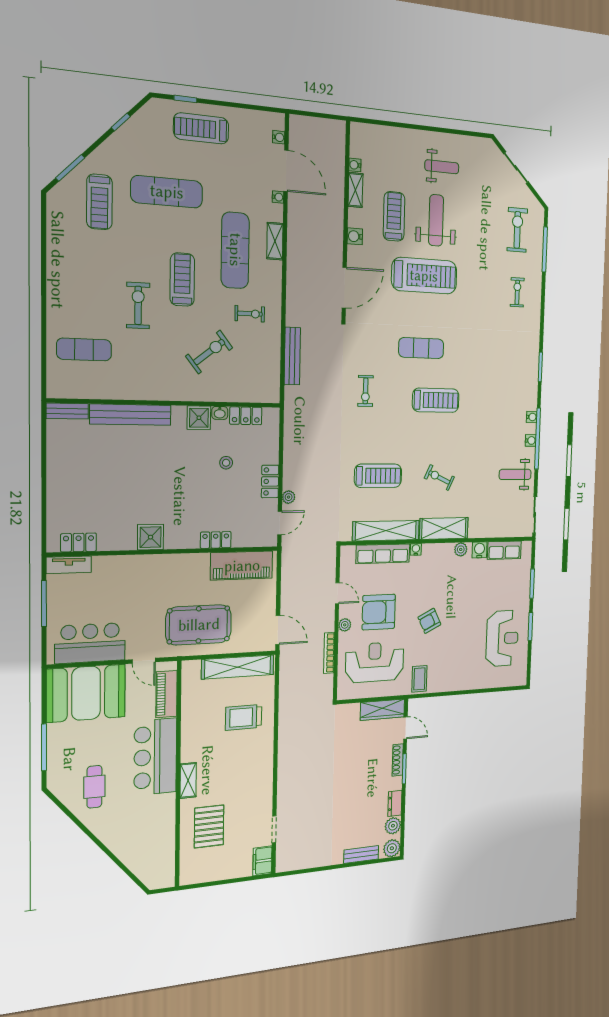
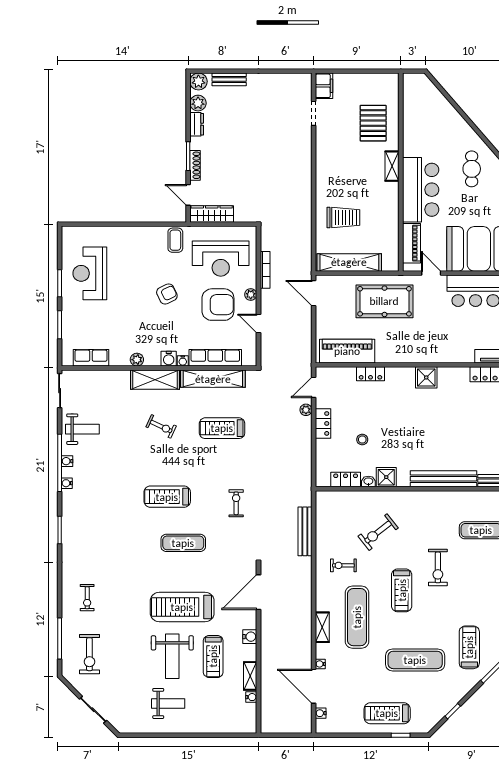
treadmill: (201, 128) -> (387, 713), turned 180
weight bench: (442, 167) -> (168, 703), turned 180
water cooler: (479, 550) -> (169, 359), moved

